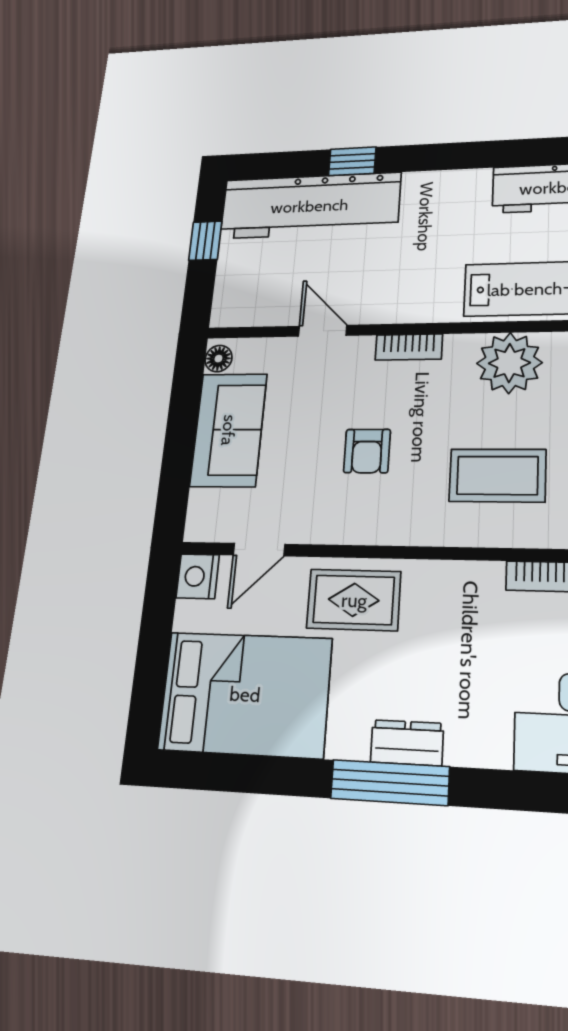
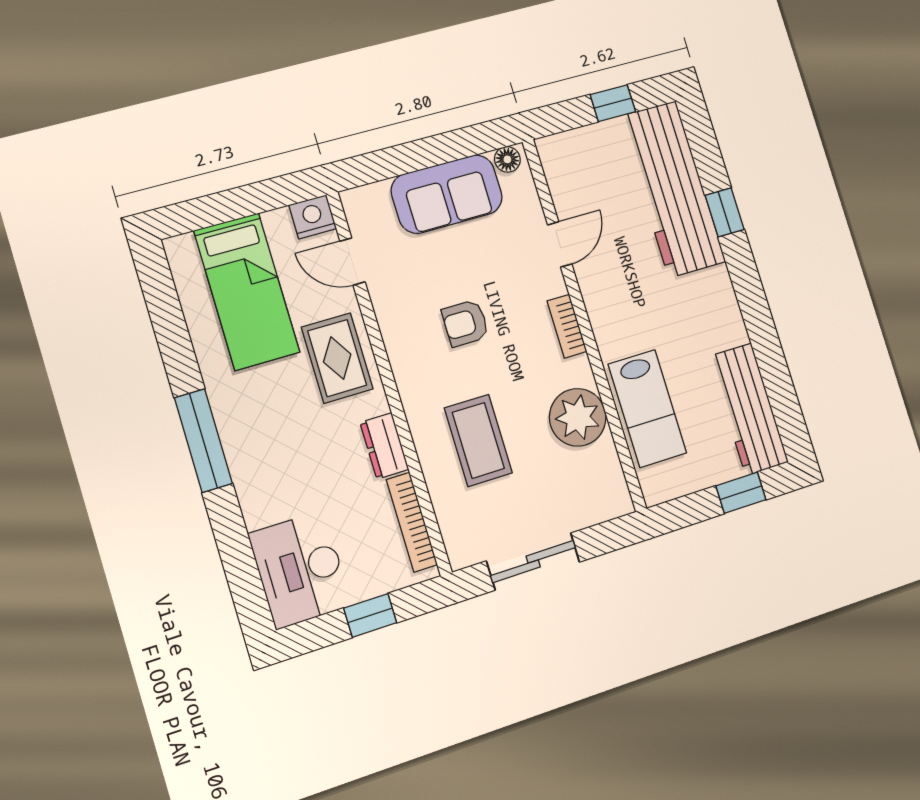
bed: (245, 694) -> (247, 291), width x0.67
dresser: (407, 743) -> (384, 446), moved, turned 180

